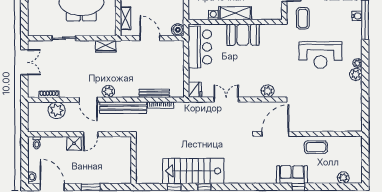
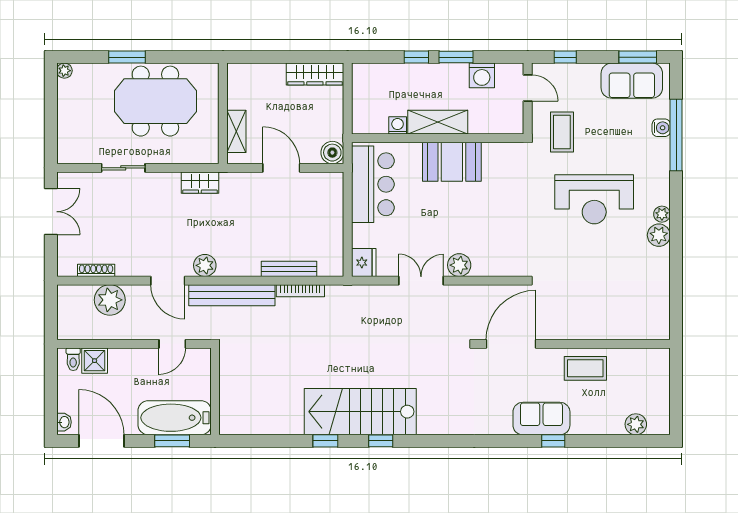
plant: (268, 91) -> (459, 265), moved
shower: (74, 143) -> (95, 361), moved
wall: (133, 160) -> (215, 391), moved
bathtub: (92, 174) -> (175, 418), added

